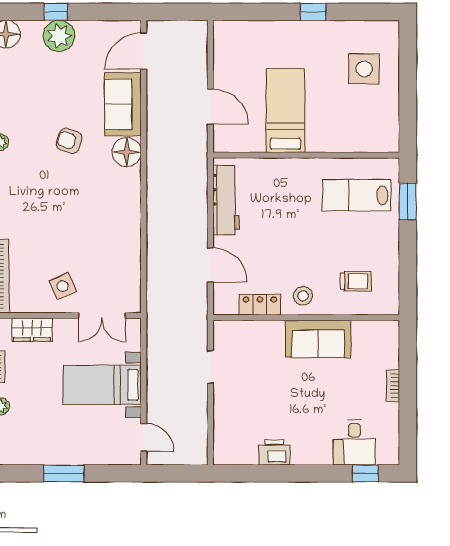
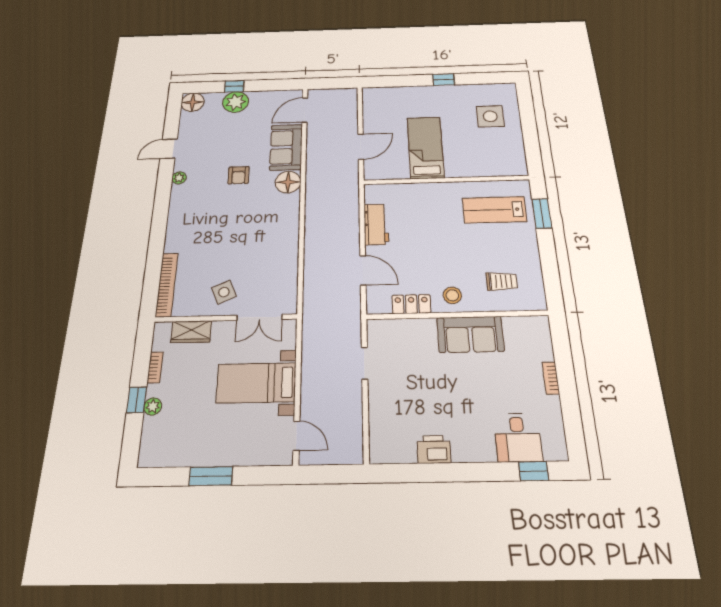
door: (210, 107) -> (361, 147), hinge flipped
armchair: (69, 141) -> (239, 175), turned -107
workbench: (226, 200) -> (376, 224), width x0.73

